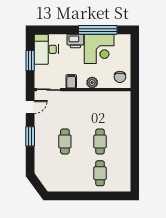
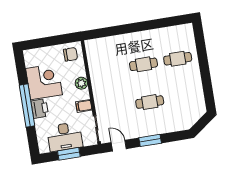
window: (98, 30) -> (27, 106), moved
desk: (46, 49) -> (65, 137), moved

